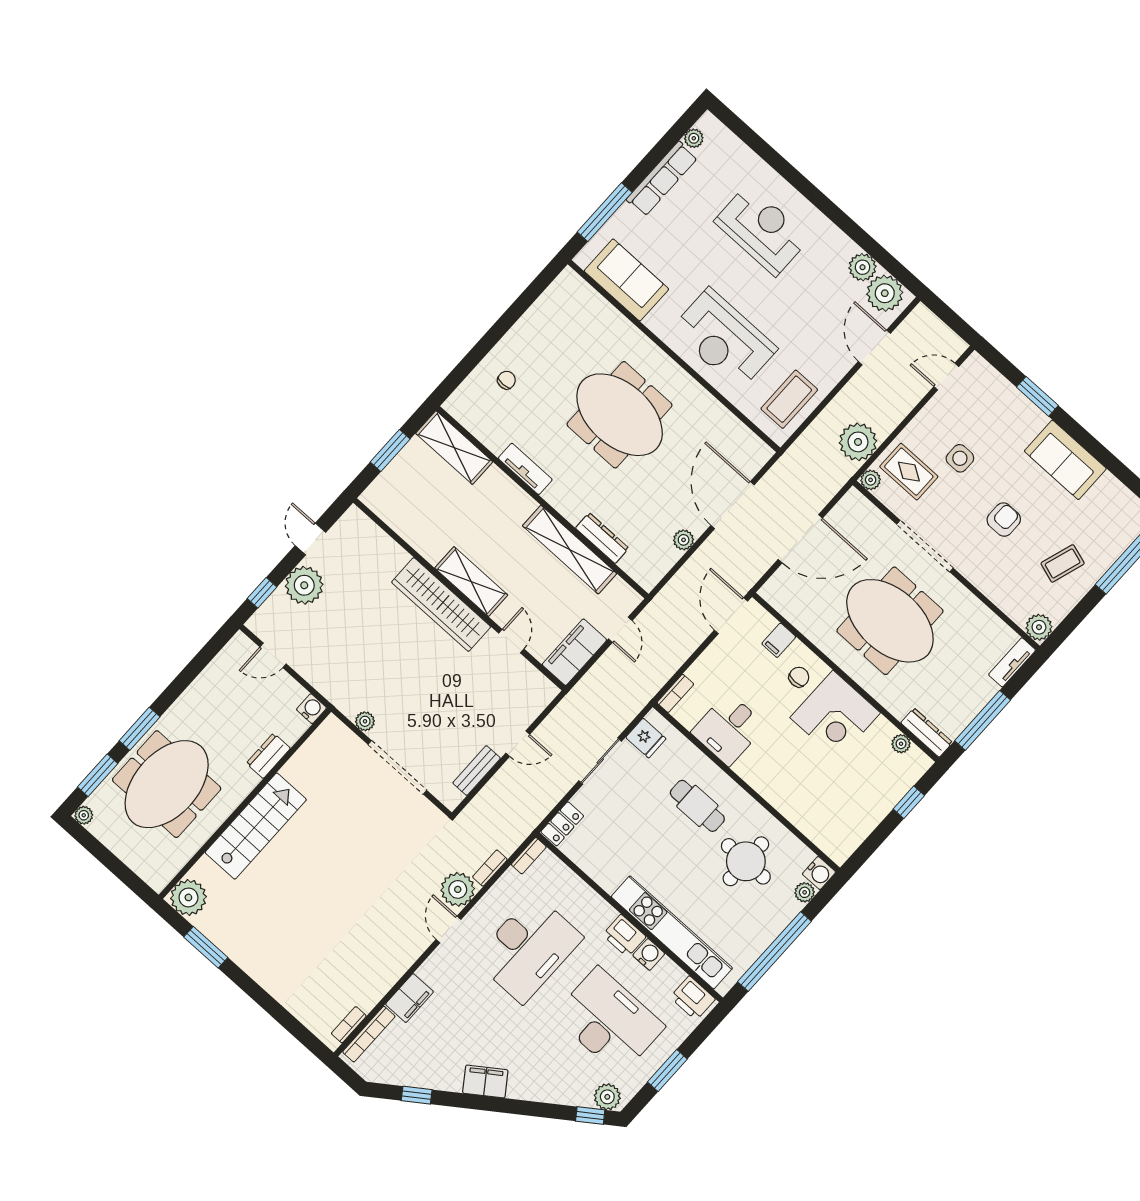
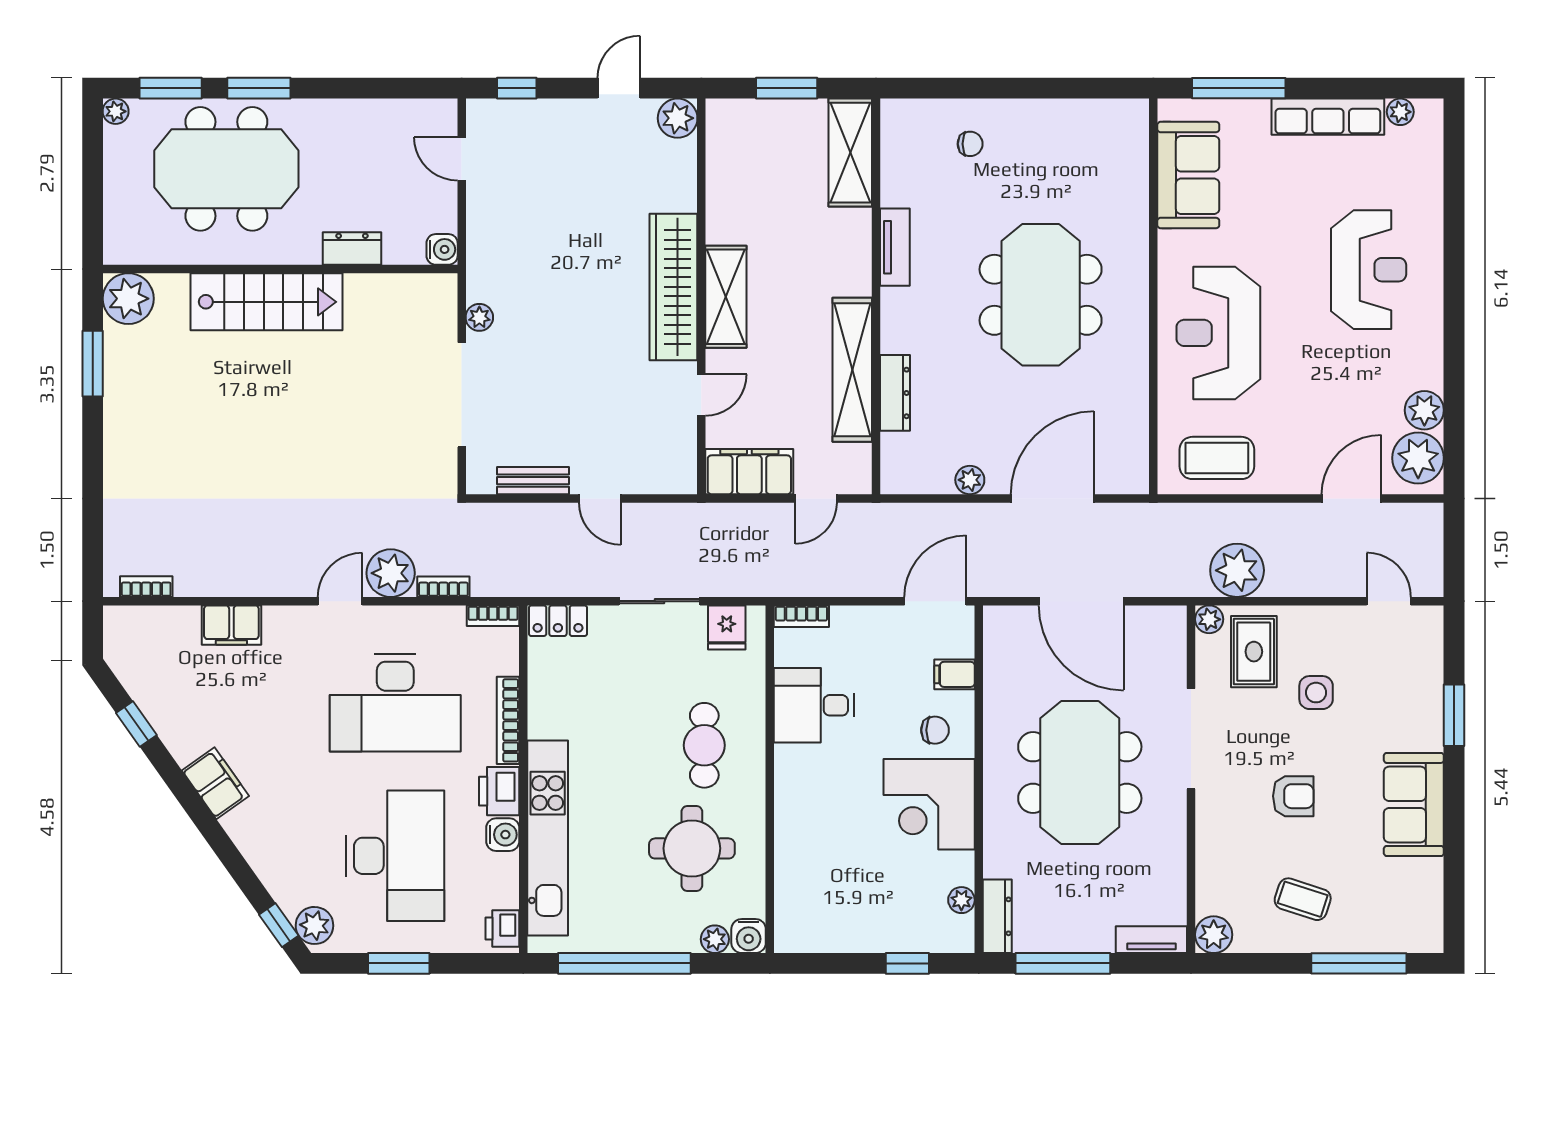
plant: (304, 585) -> (678, 118), moved, width x0.73, depth x0.73
printer: (693, 998) -> (502, 929), width x0.73, depth x0.81
bookcase: (369, 1034) -> (508, 720), moved, turned 90

